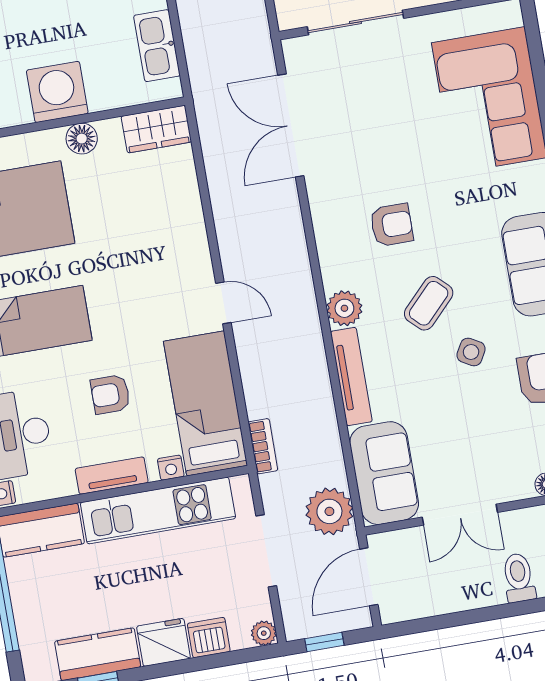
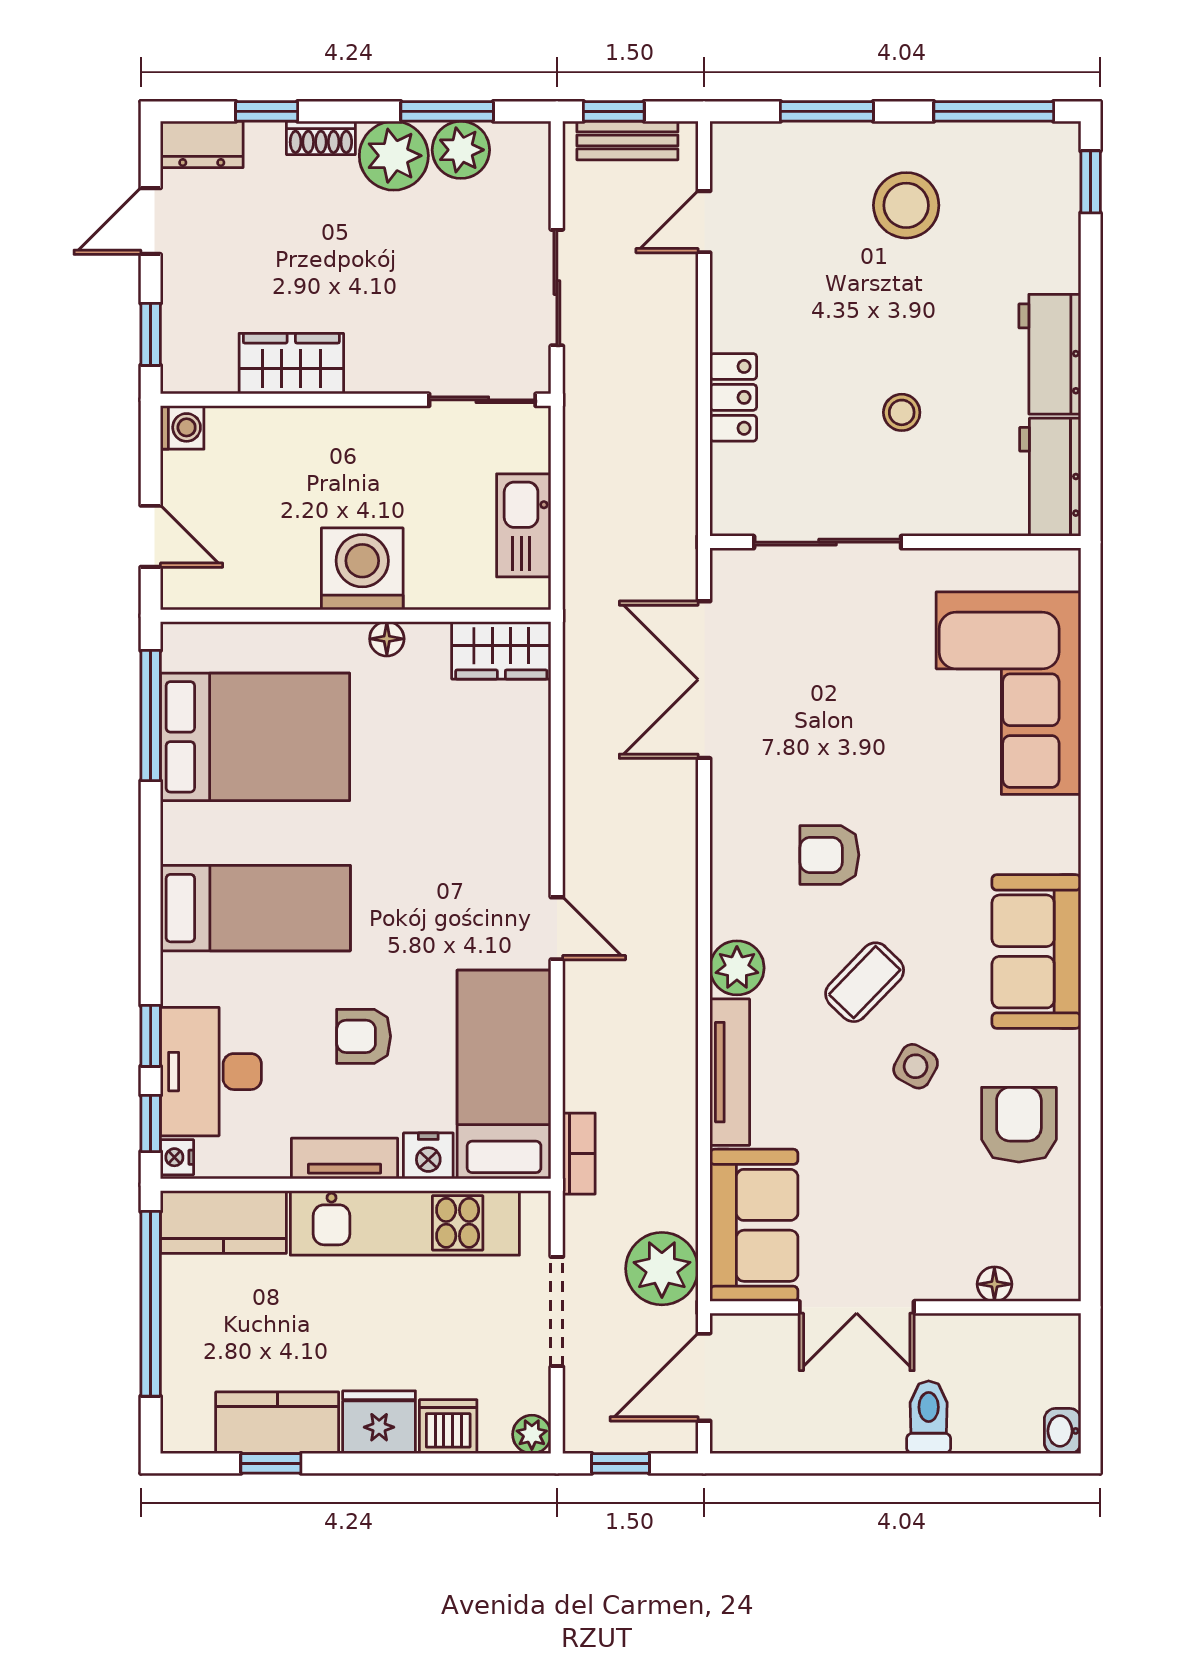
floor lamp: (82, 139) -> (387, 639), width x0.73, depth x0.73
armchair: (392, 225) -> (829, 855), turned 180
nightstand: (171, 468) -> (428, 1156), width x1.39, depth x1.35

